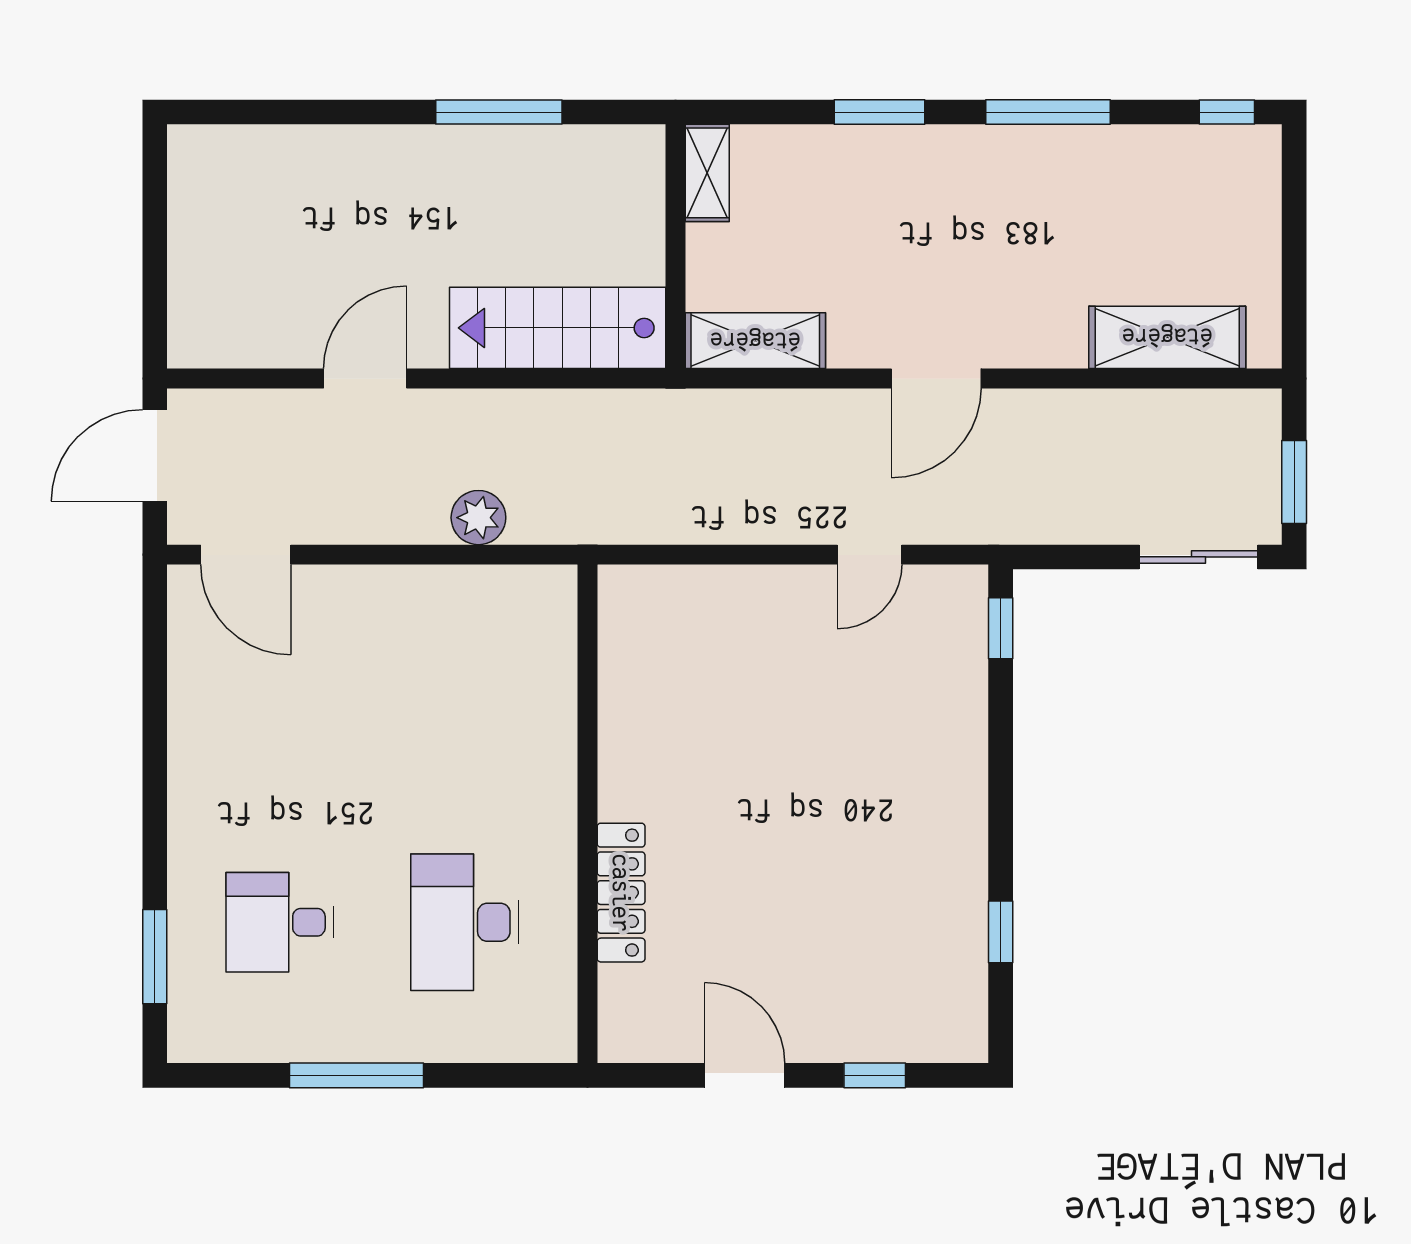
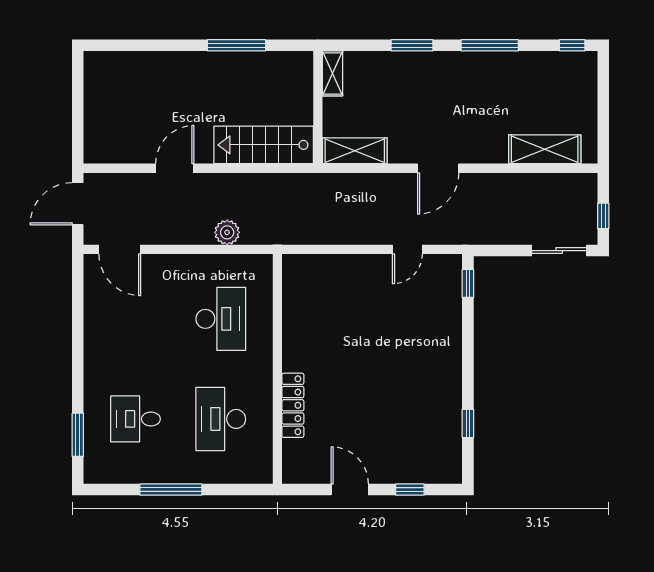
window: (1294, 482) -> (603, 216), width x0.67
desk: (465, 705) -> (221, 319), added

